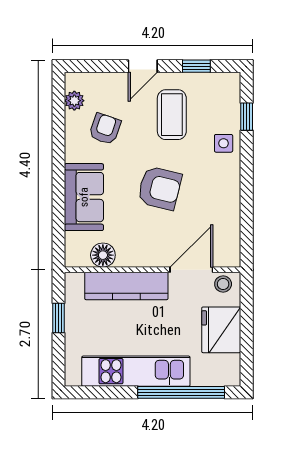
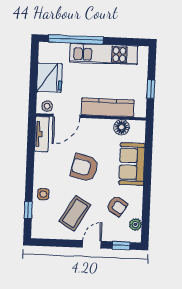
window: (196, 66) -> (121, 245), moved
coffee table: (172, 115) -> (75, 213), turned 31
armchair: (105, 129) -> (117, 206), turned -77
tv unit: (230, 239) -> (42, 134), added

